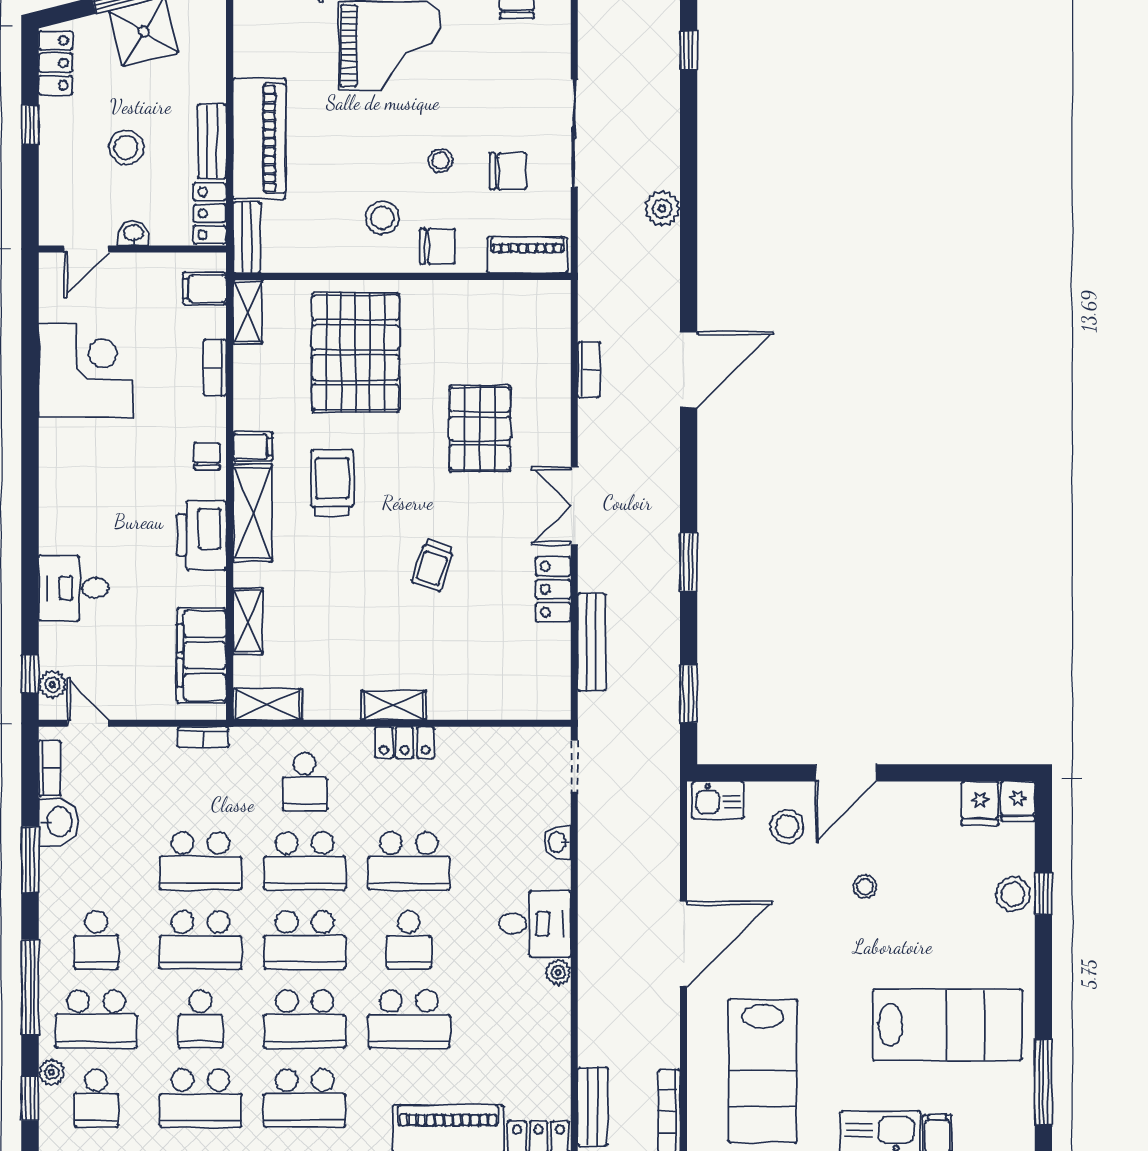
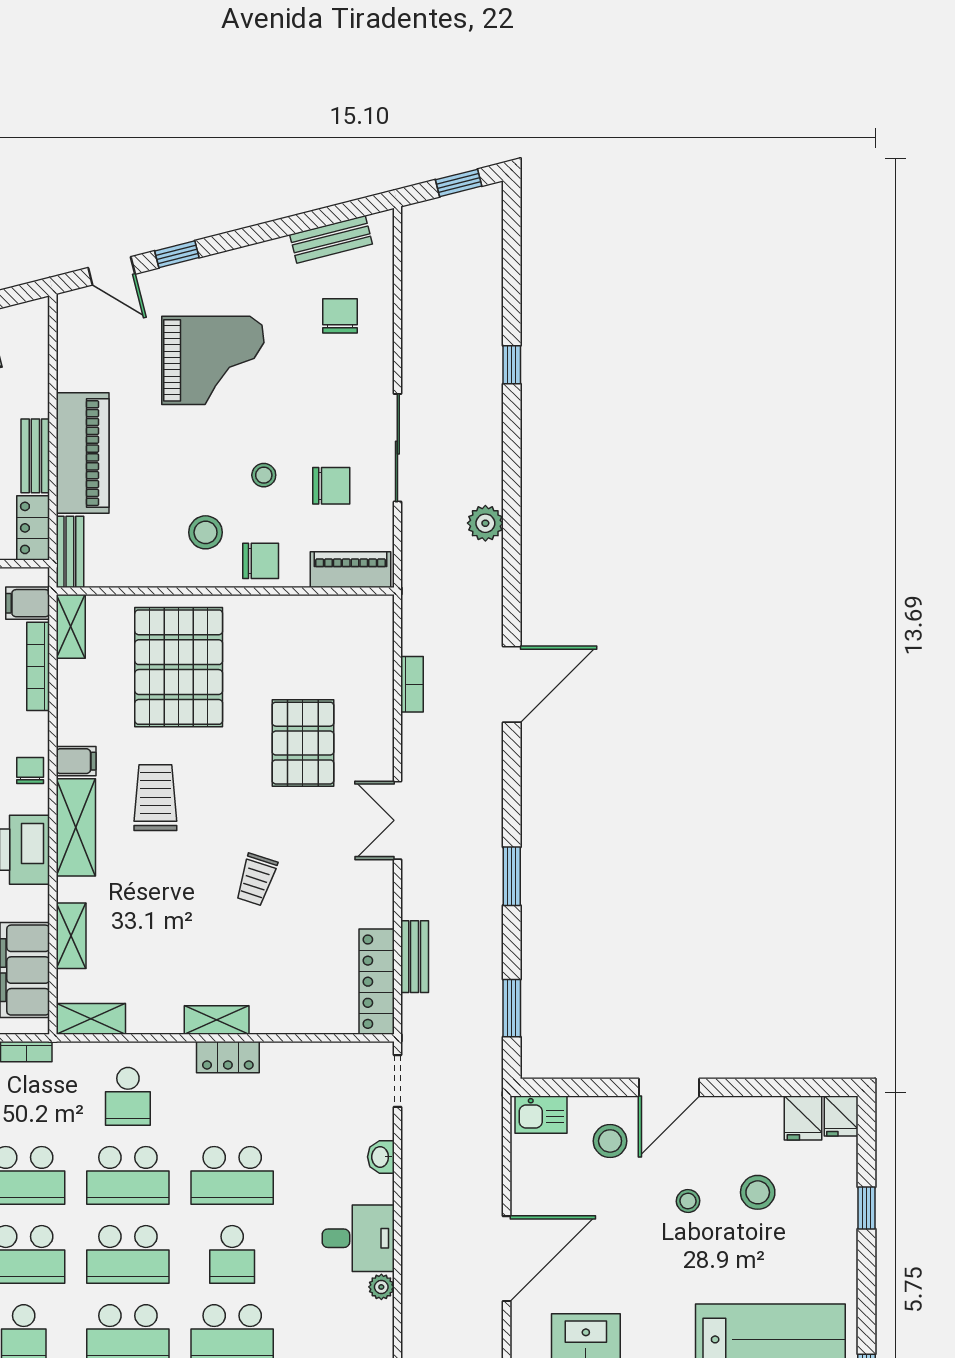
bookcase: (215, 368) -> (38, 666), width x1.56
locker: (553, 589) -> (377, 982), moved, width x1.53
bench: (591, 642) -> (415, 957), width x0.73
stool: (1013, 894) -> (758, 1192), moved

